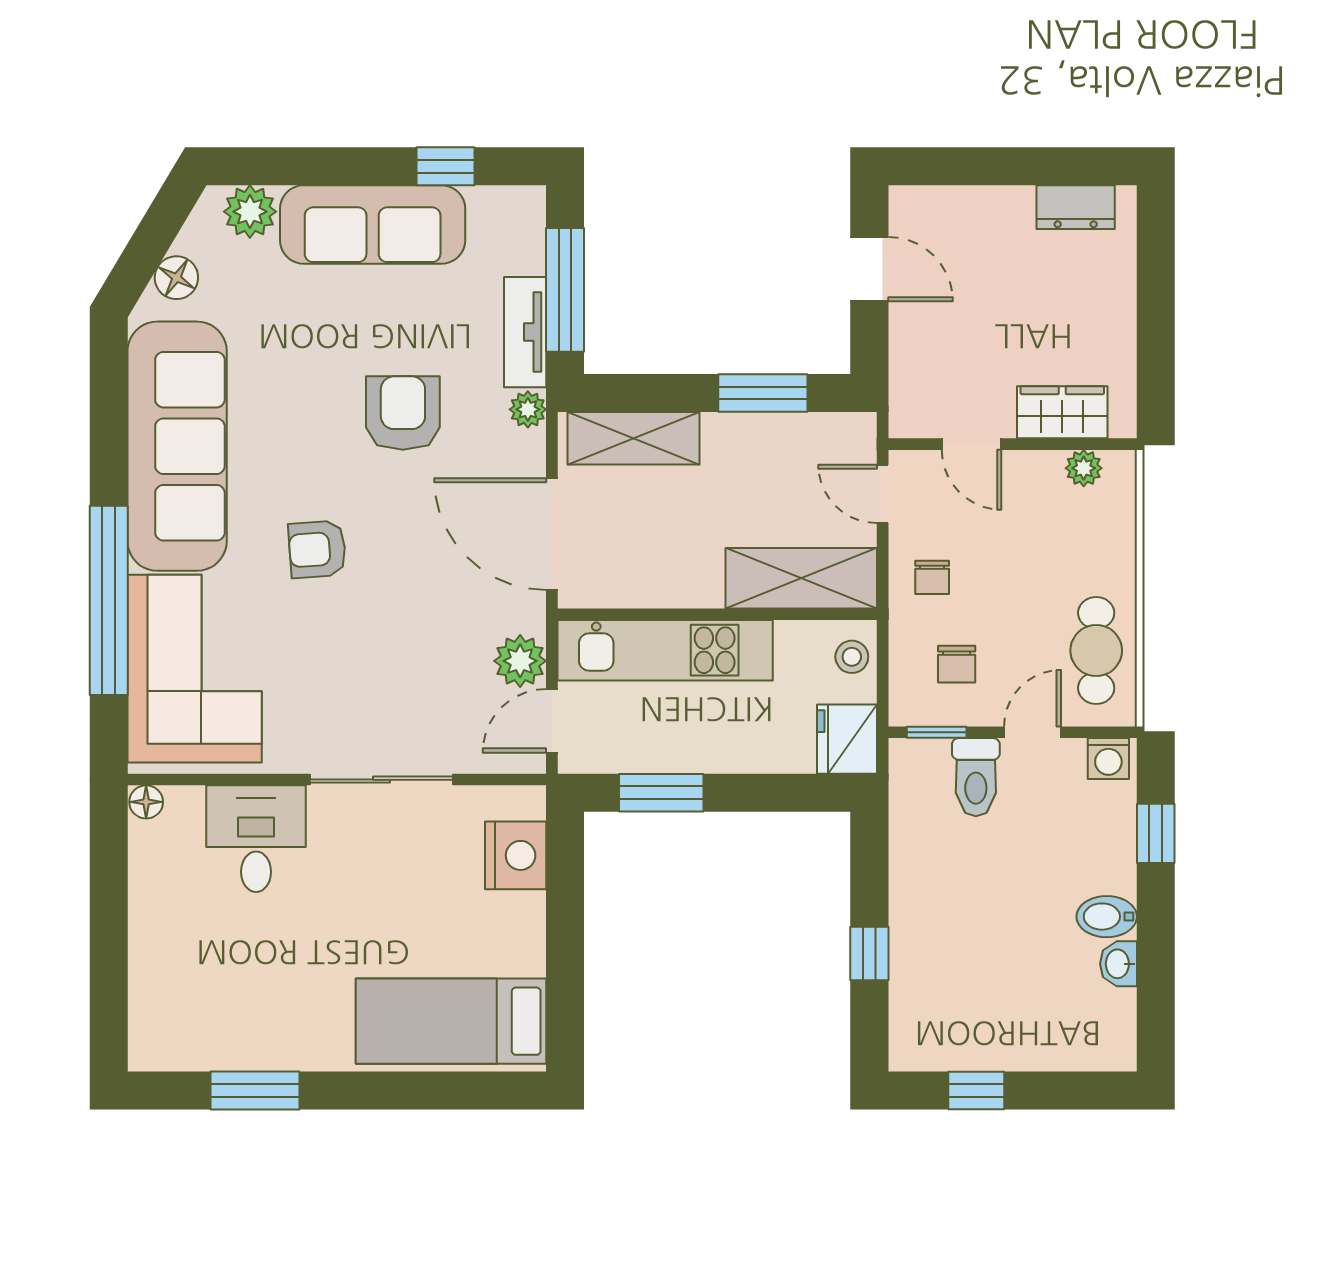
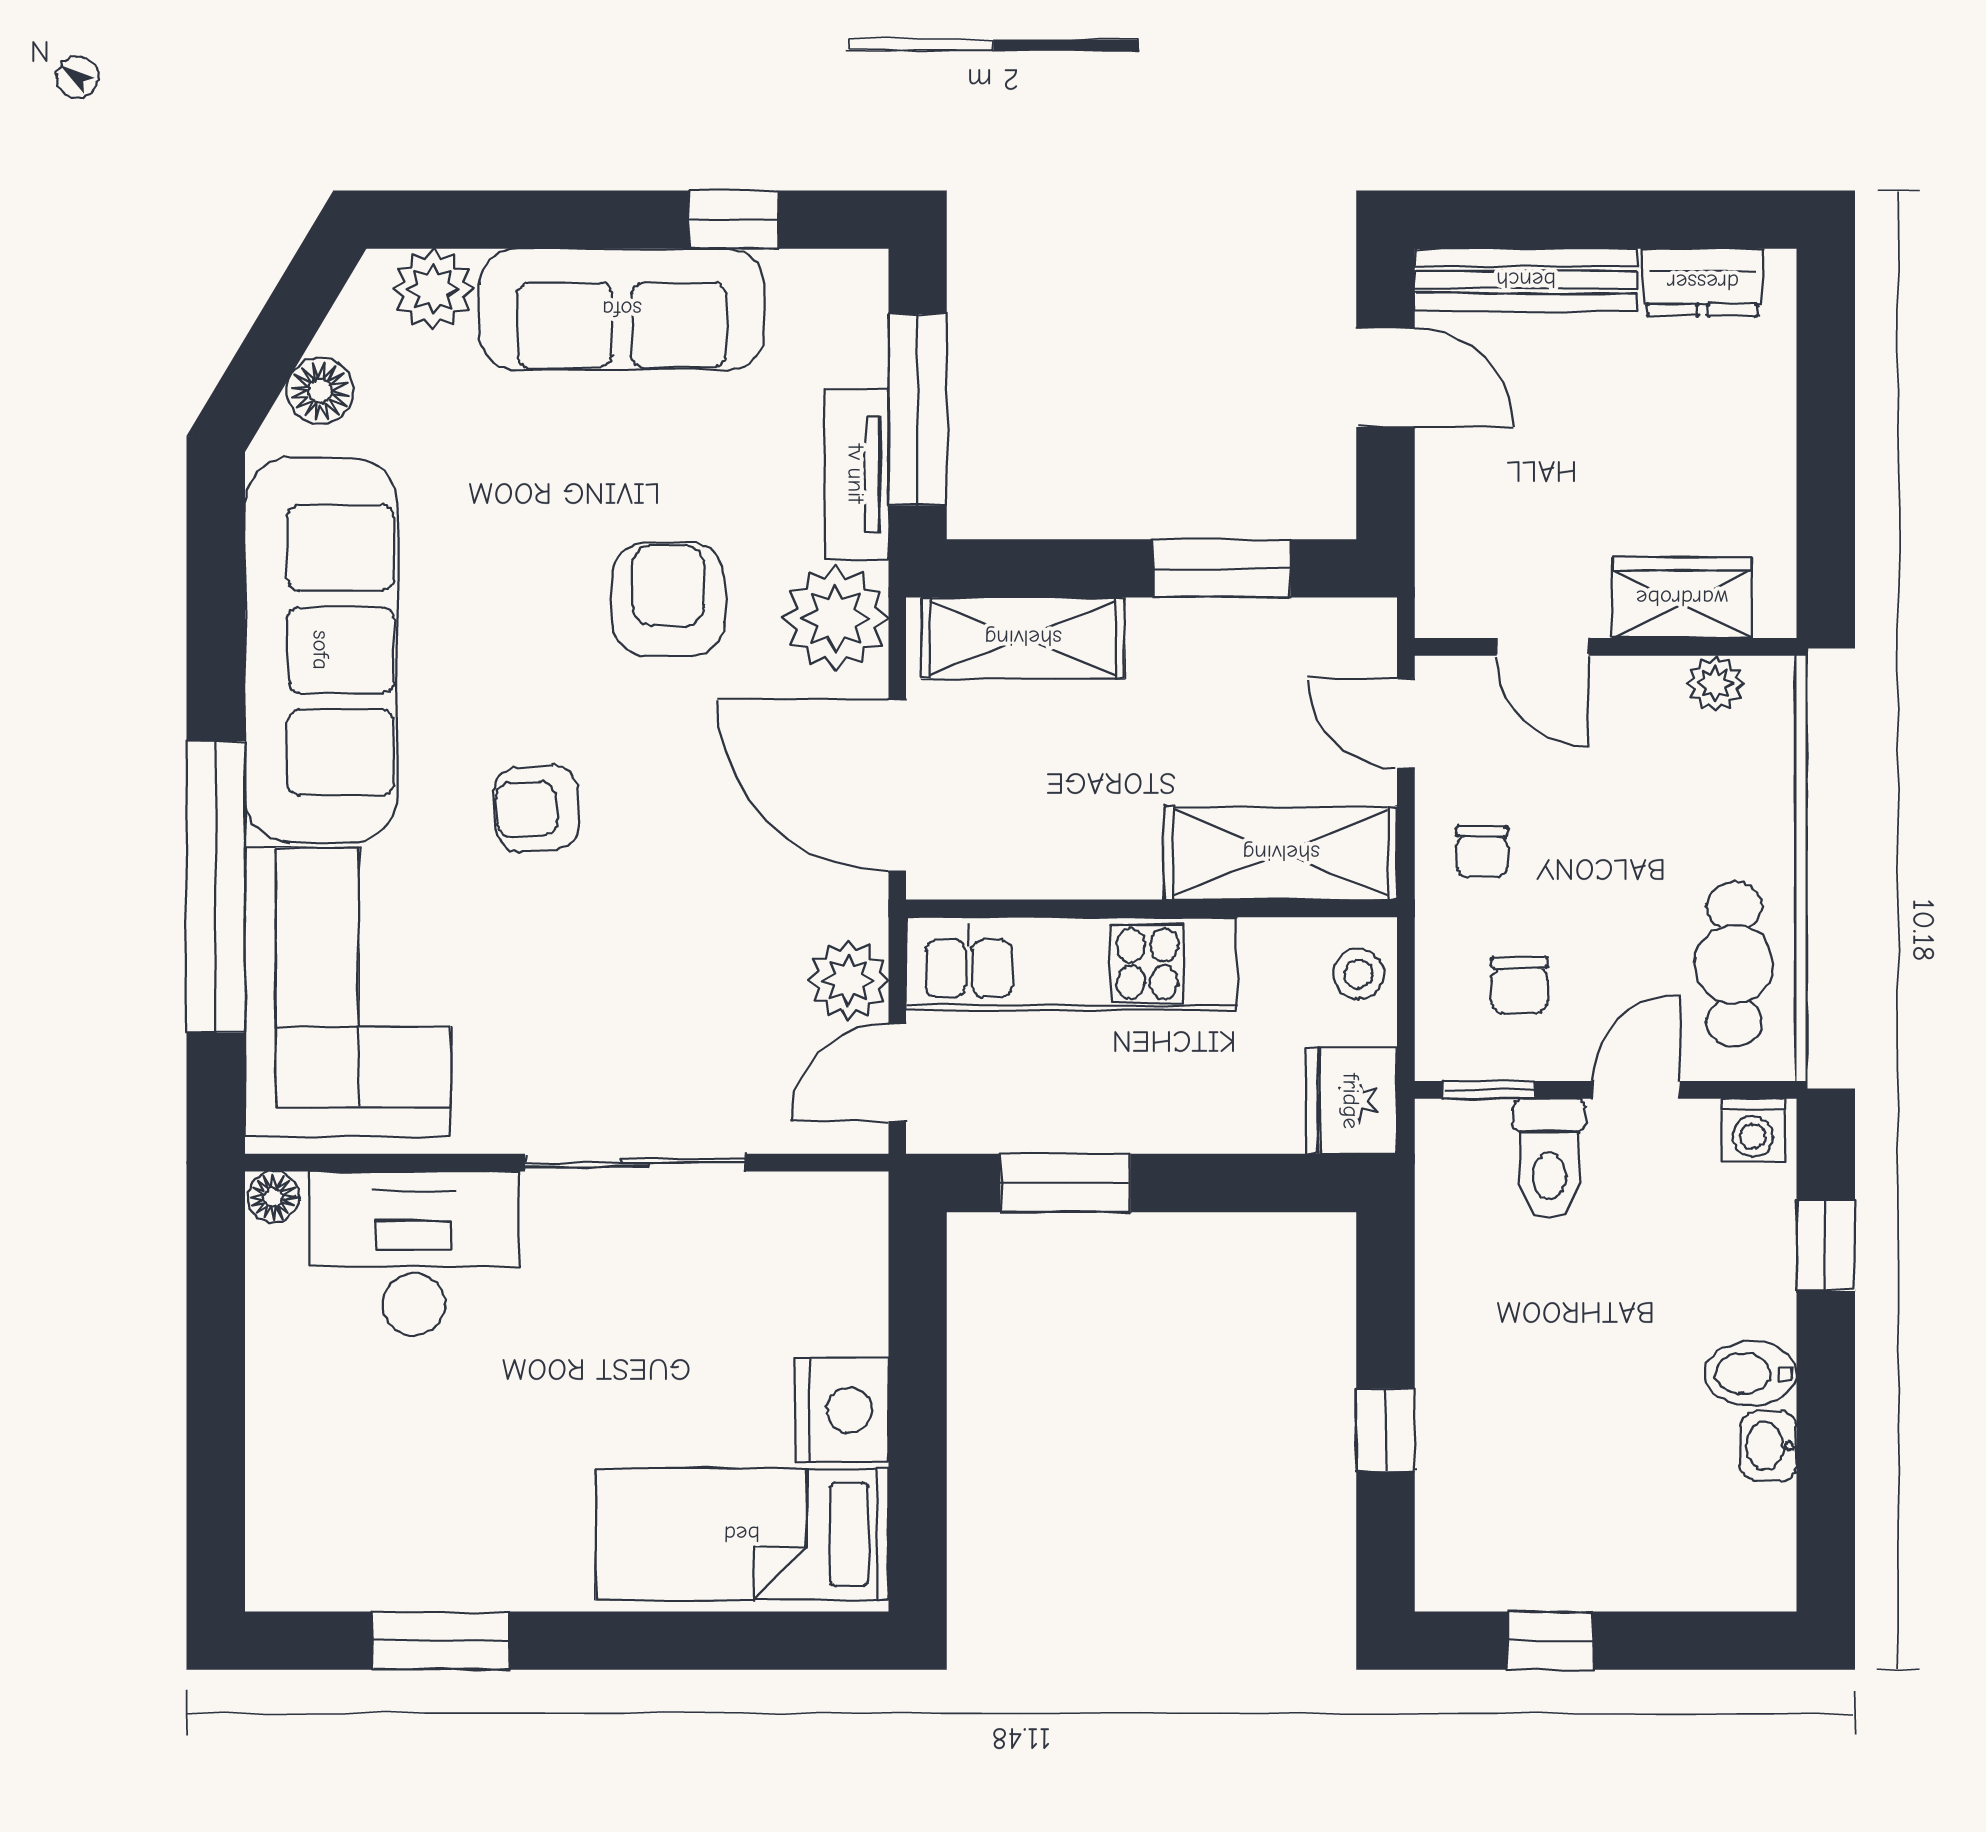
bench: (961, 205) -> (1526, 280), added
plant: (528, 409) -> (836, 618), width x1.88, depth x1.88
desk: (256, 839) -> (414, 1254), width x1.37
nightstand: (516, 855) -> (842, 1410), moved

